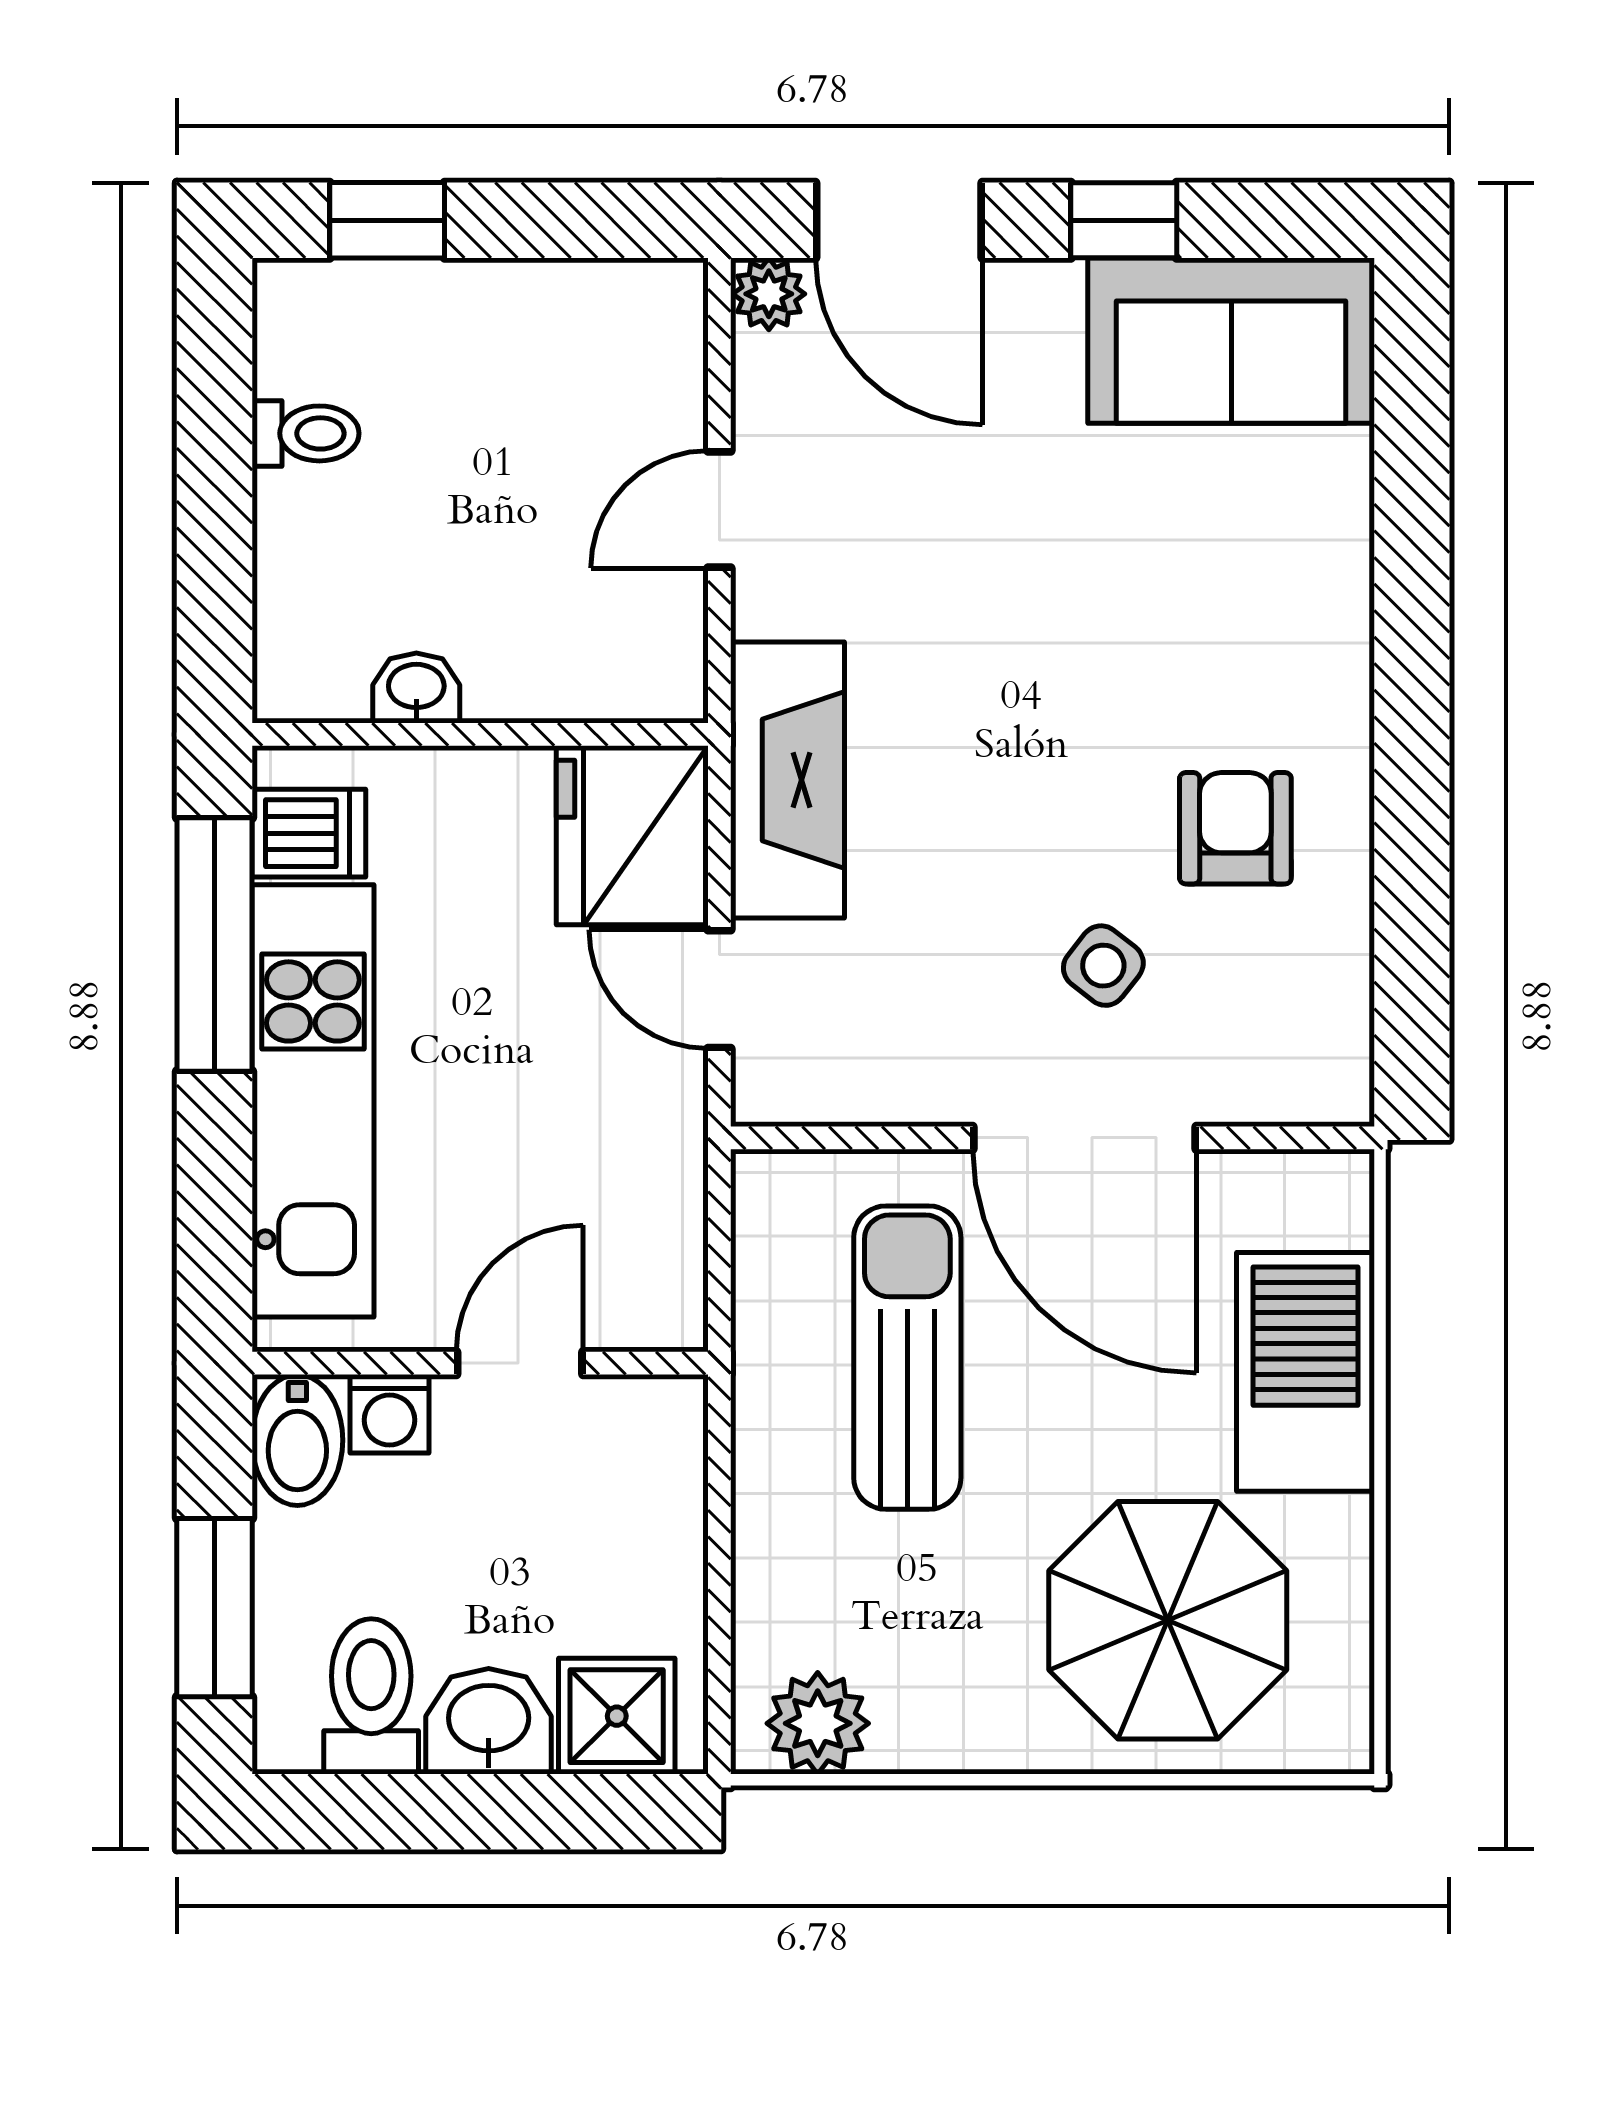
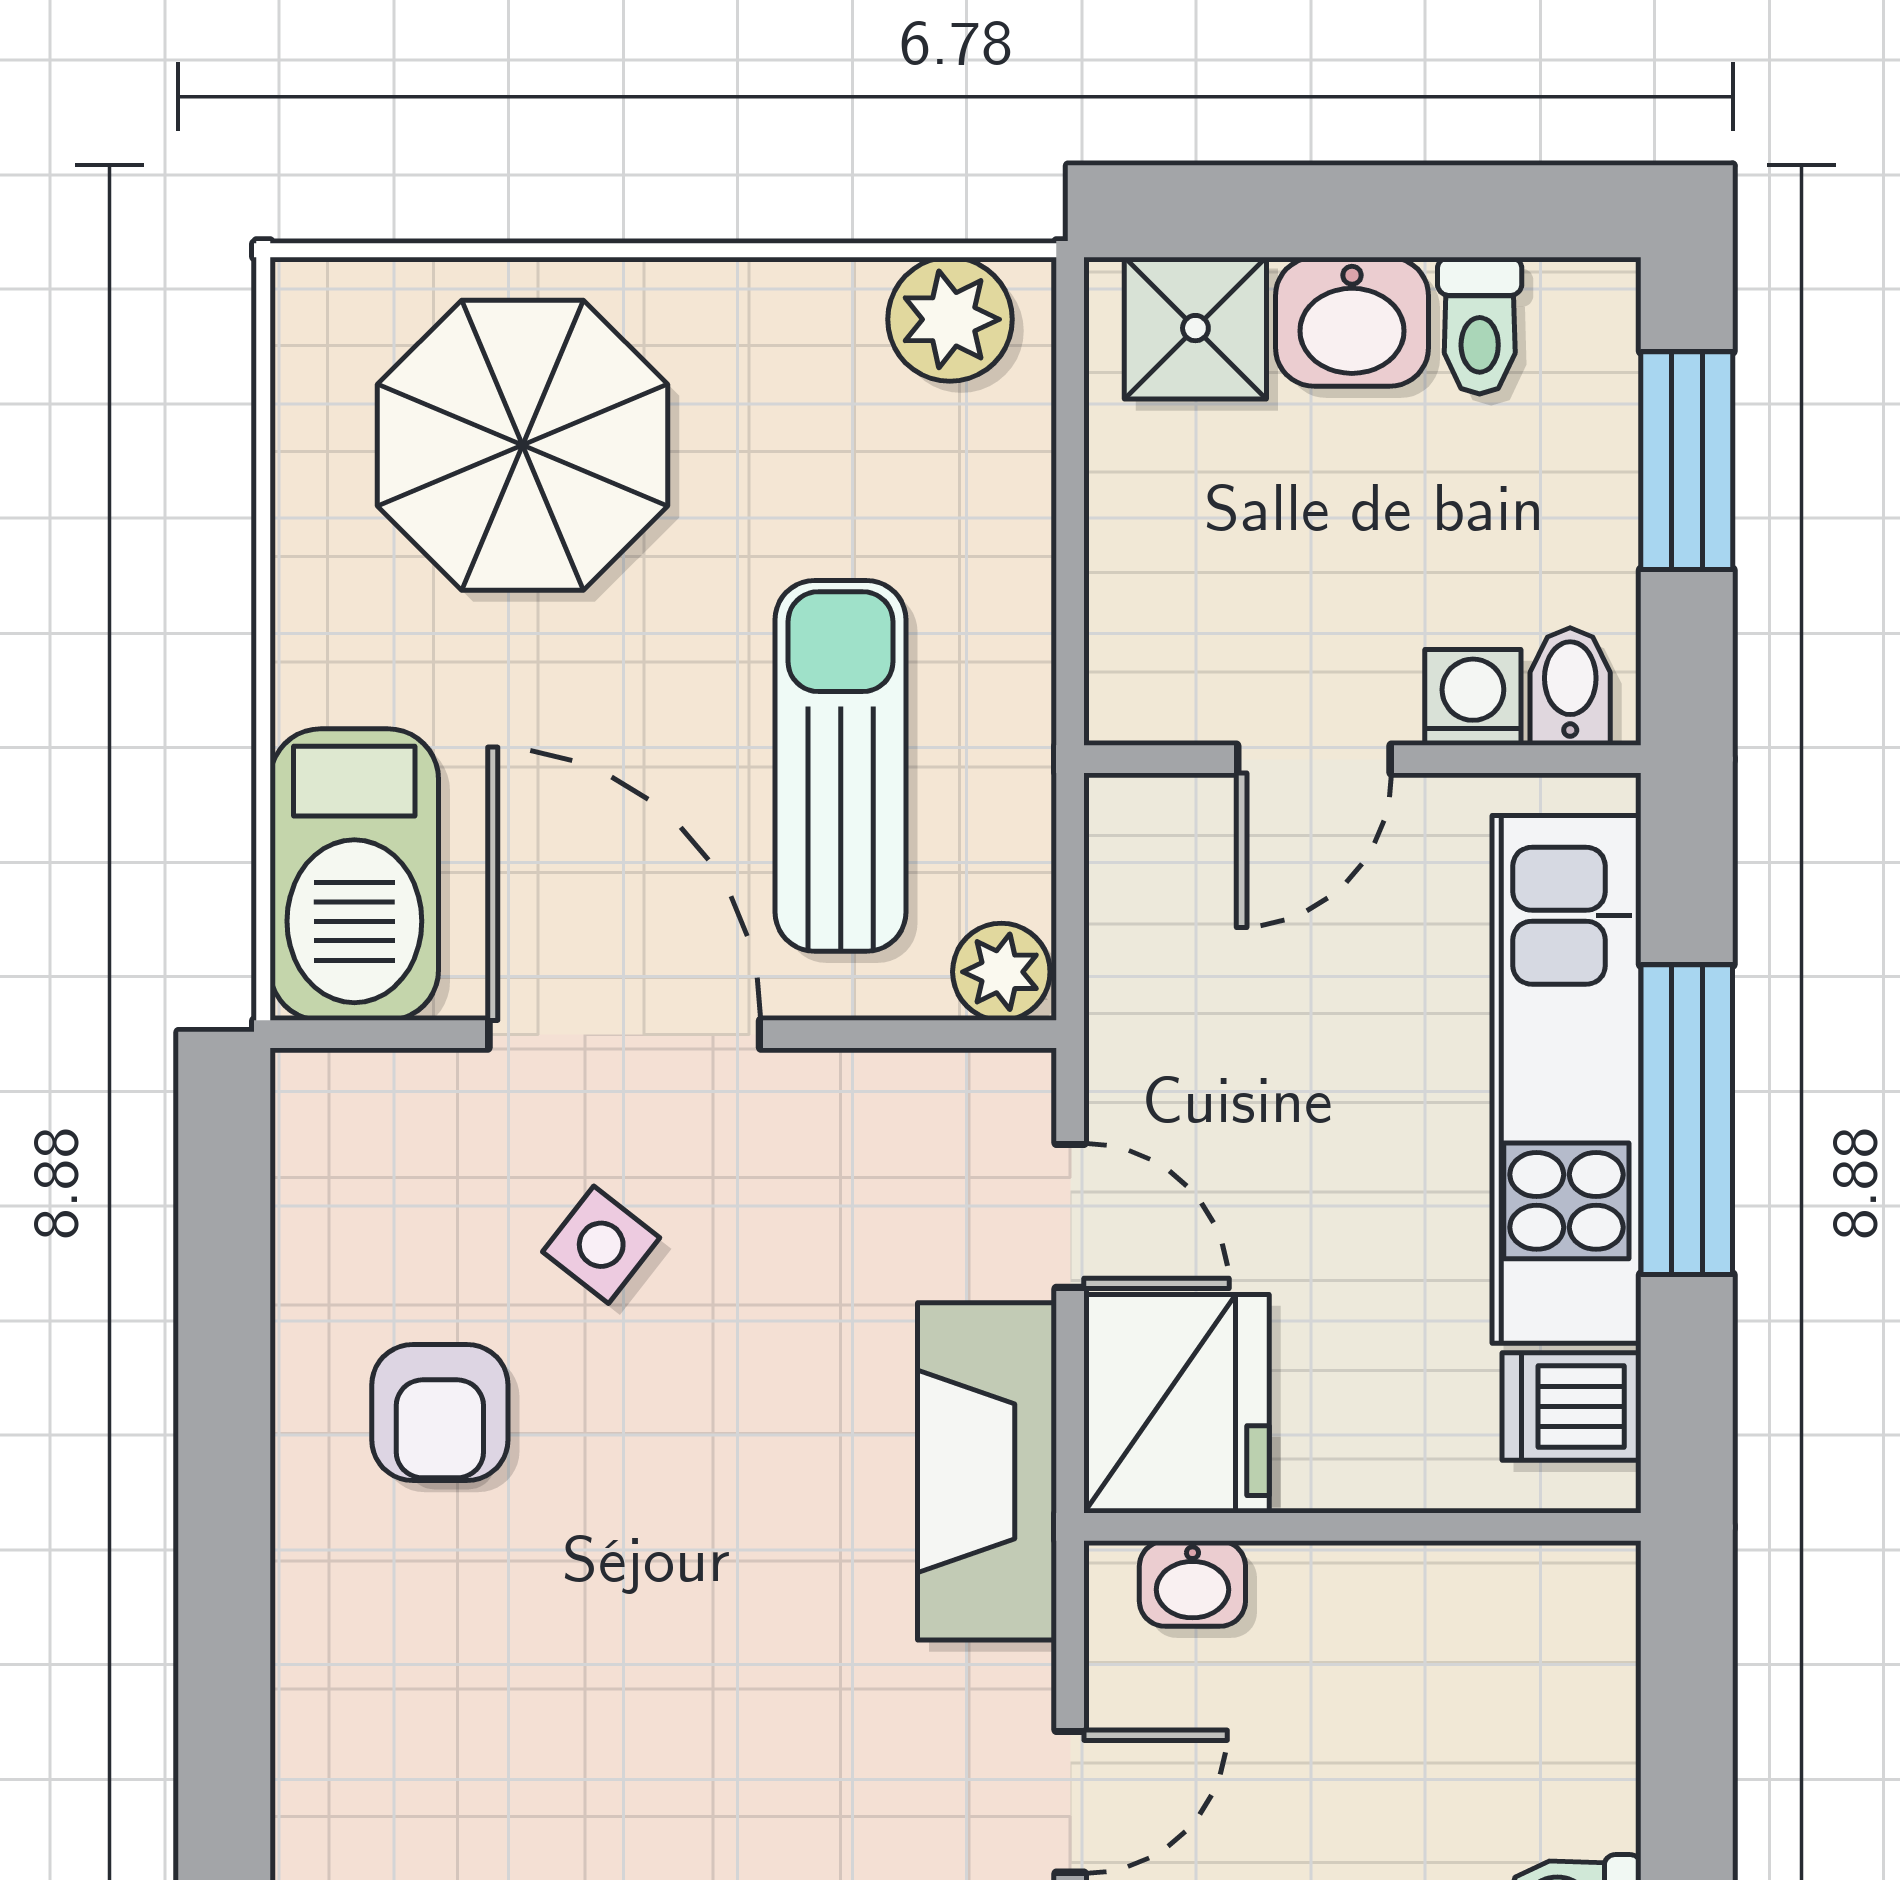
washbasin: (416, 688) -> (1192, 1584), moved
window: (214, 944) -> (1687, 1120), moved
plant: (776, 1189) -> (1001, 972), added
sun lounger: (907, 1358) -> (841, 766), turned 180
barbecue: (1305, 1372) -> (354, 875), moved
bidet: (297, 1440) -> (1570, 686), width x0.72, depth x0.74
toilet: (371, 1696) -> (1480, 326), width x0.73, depth x0.72

